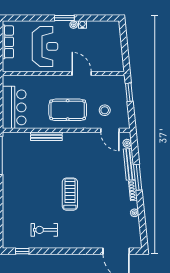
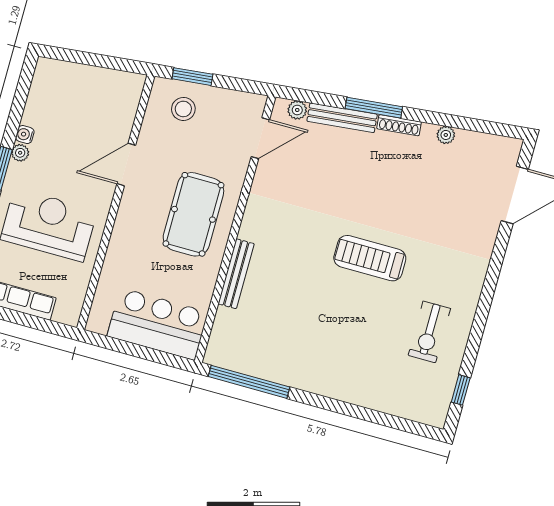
stool: (105, 110) -> (183, 109), moved

